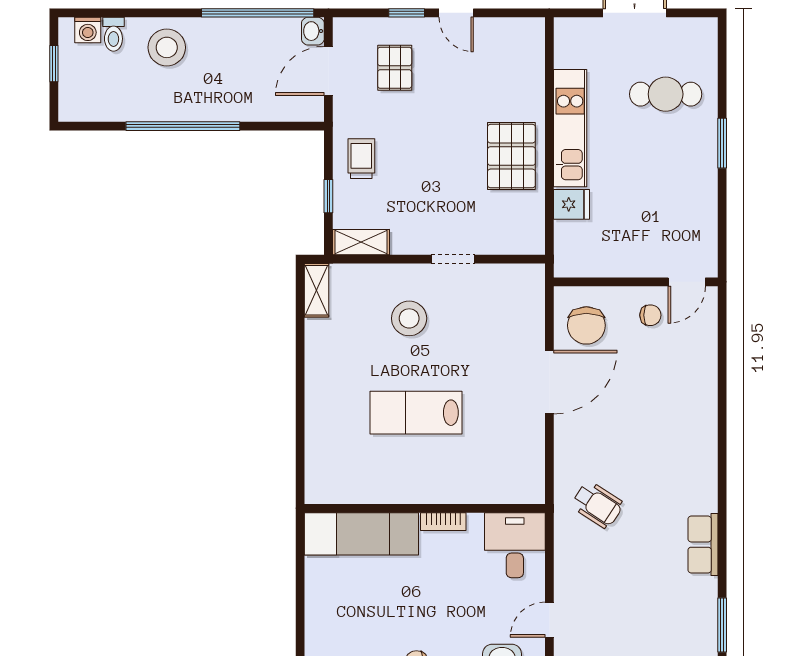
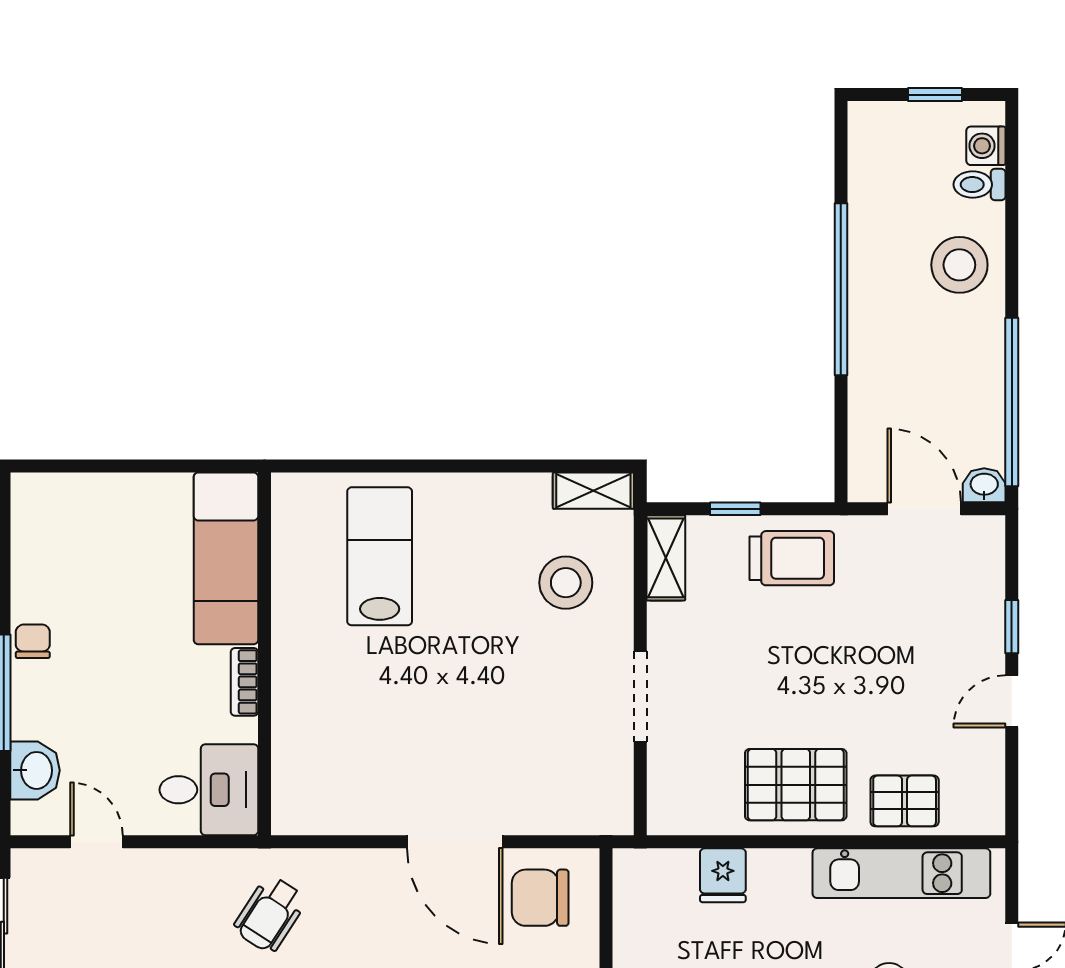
pallet: (395, 68) -> (905, 801), moved
kitchen unit: (570, 128) -> (901, 873), moved
trolley: (361, 159) -> (792, 558), width x1.36, depth x1.39
doorway: (453, 259) -> (640, 697), width x1.38
stool: (409, 318) -> (566, 583), moved
lab bench: (416, 413) -> (380, 556), moved

